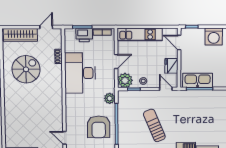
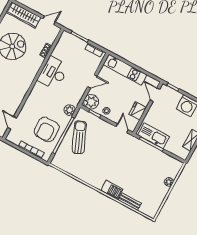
printer: (84, 35) -> (77, 45), removed
desk: (80, 73) -> (53, 73), width x0.73, depth x0.77
sun lounger: (154, 125) -> (79, 137), moved

